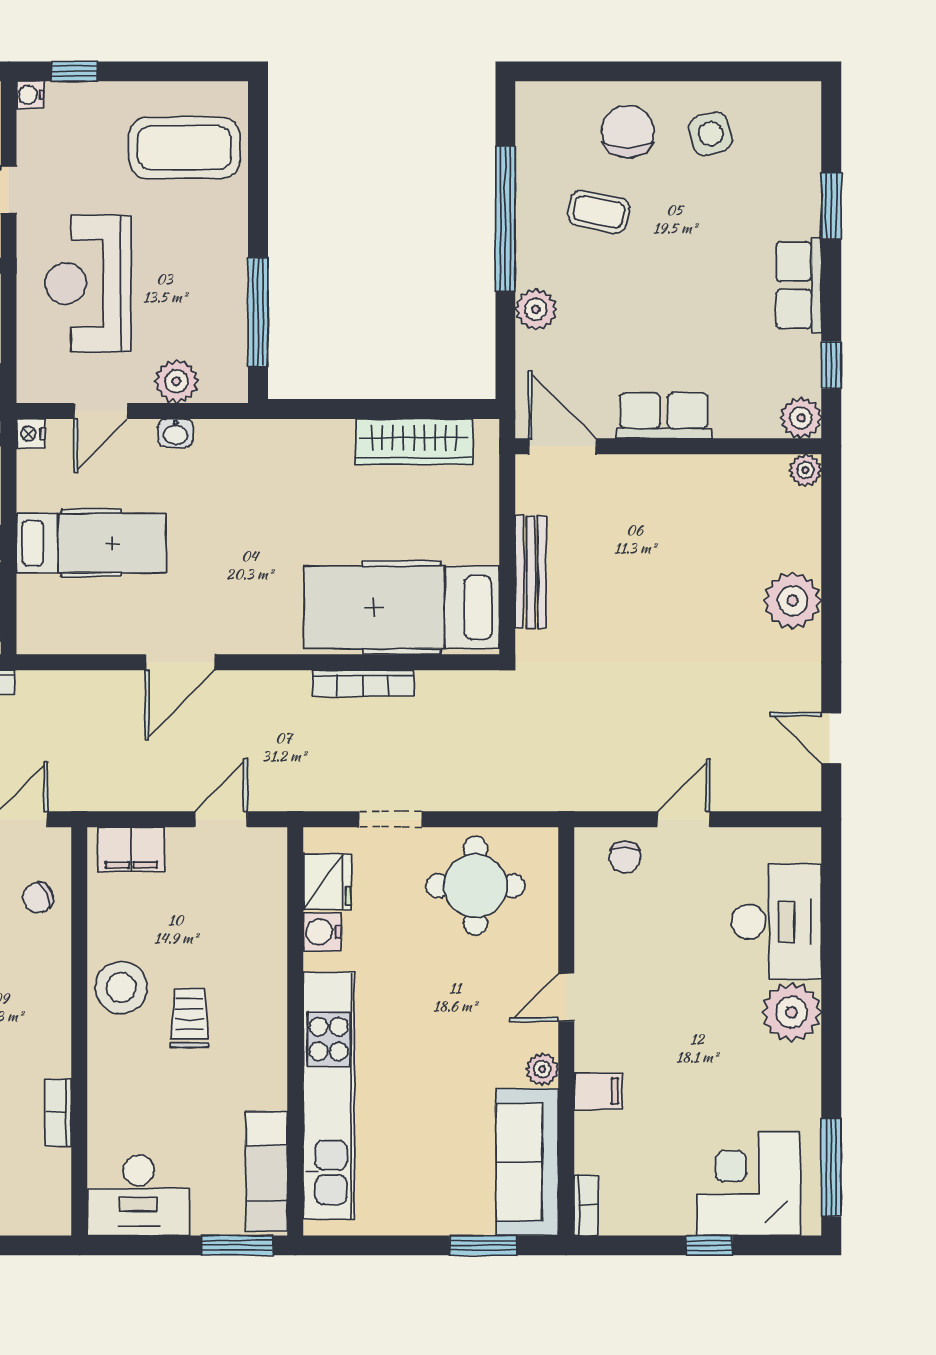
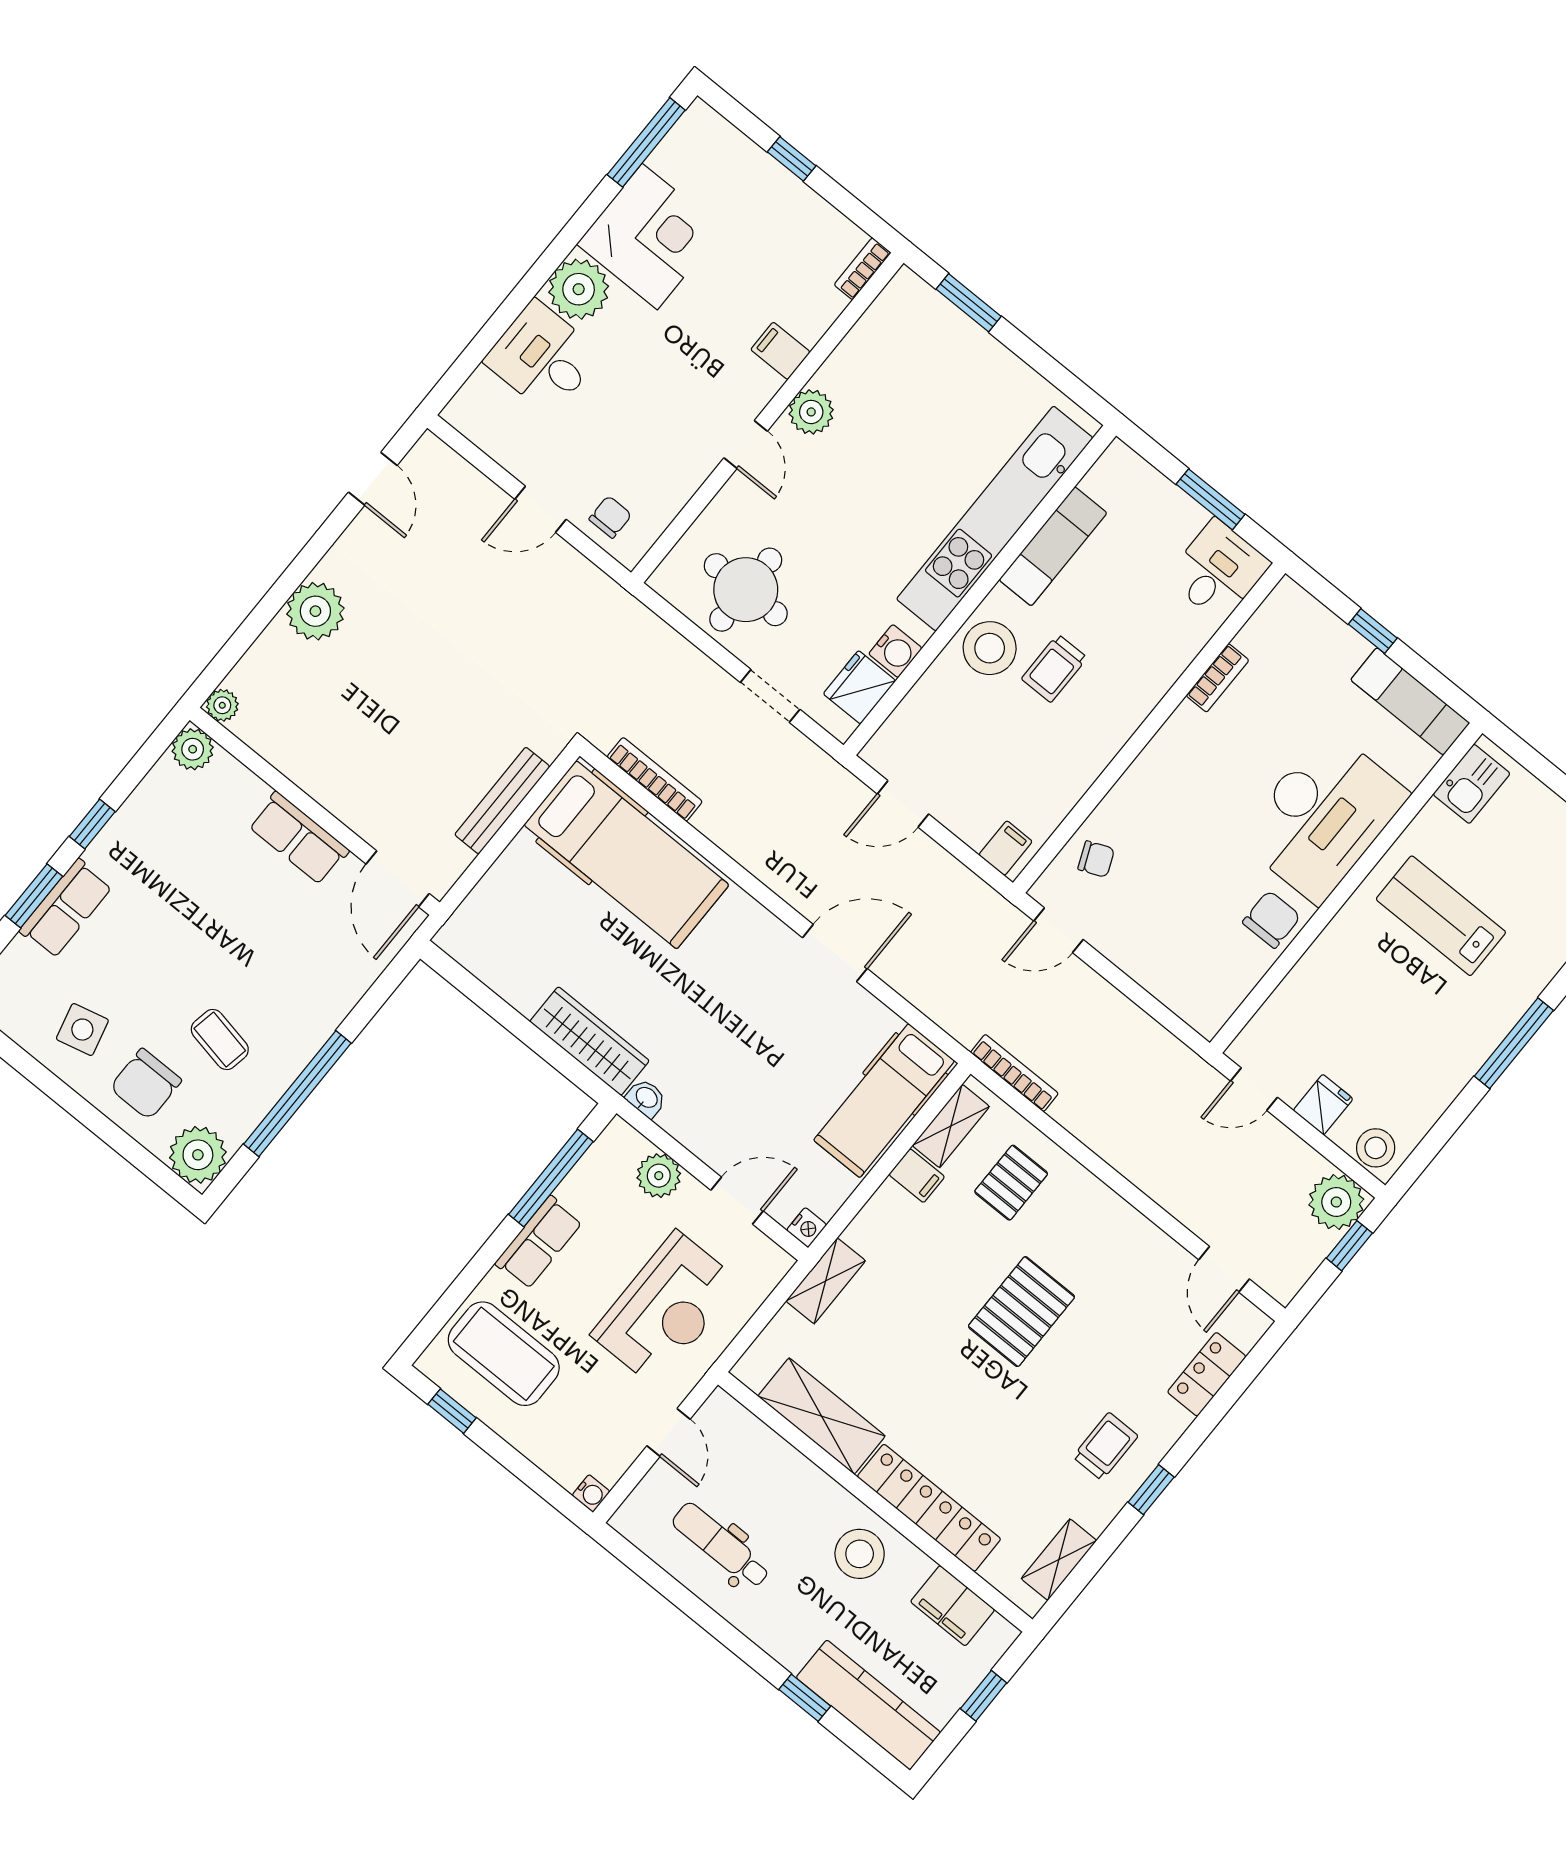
window: (75, 71) -> (452, 1411), moved
row of seats: (227, 255) -> (539, 1242), added
row of seats: (799, 285) -> (66, 908), moved
plant: (536, 309) -> (198, 1155), moved, width x1.36, depth x1.36
window: (831, 365) -> (92, 824), moved
washbasin: (176, 433) -> (646, 1098), moved
wardrobe: (414, 441) -> (590, 1041), moved
hospital bed: (91, 543) -> (884, 1101), moved, turned -90
bookcase: (363, 683) -> (655, 779), moved
filing cabinet: (131, 849) -> (1006, 848), width x0.50
desk: (776, 922) -> (543, 358), width x0.73
stool: (121, 988) -> (990, 648), moved
door: (566, 997) -> (746, 444), hinge flipped
plant: (542, 1069) -> (811, 412), width x1.38, depth x1.38
sofa: (527, 1162) -> (881, 340), removed
exam couch: (267, 1172) -> (1053, 546), moved
corner desk: (749, 1184) -> (650, 237), moved, turned -90
desk: (138, 1195) -> (1218, 571), width x0.73
window: (237, 1245) -> (1211, 499), moved

